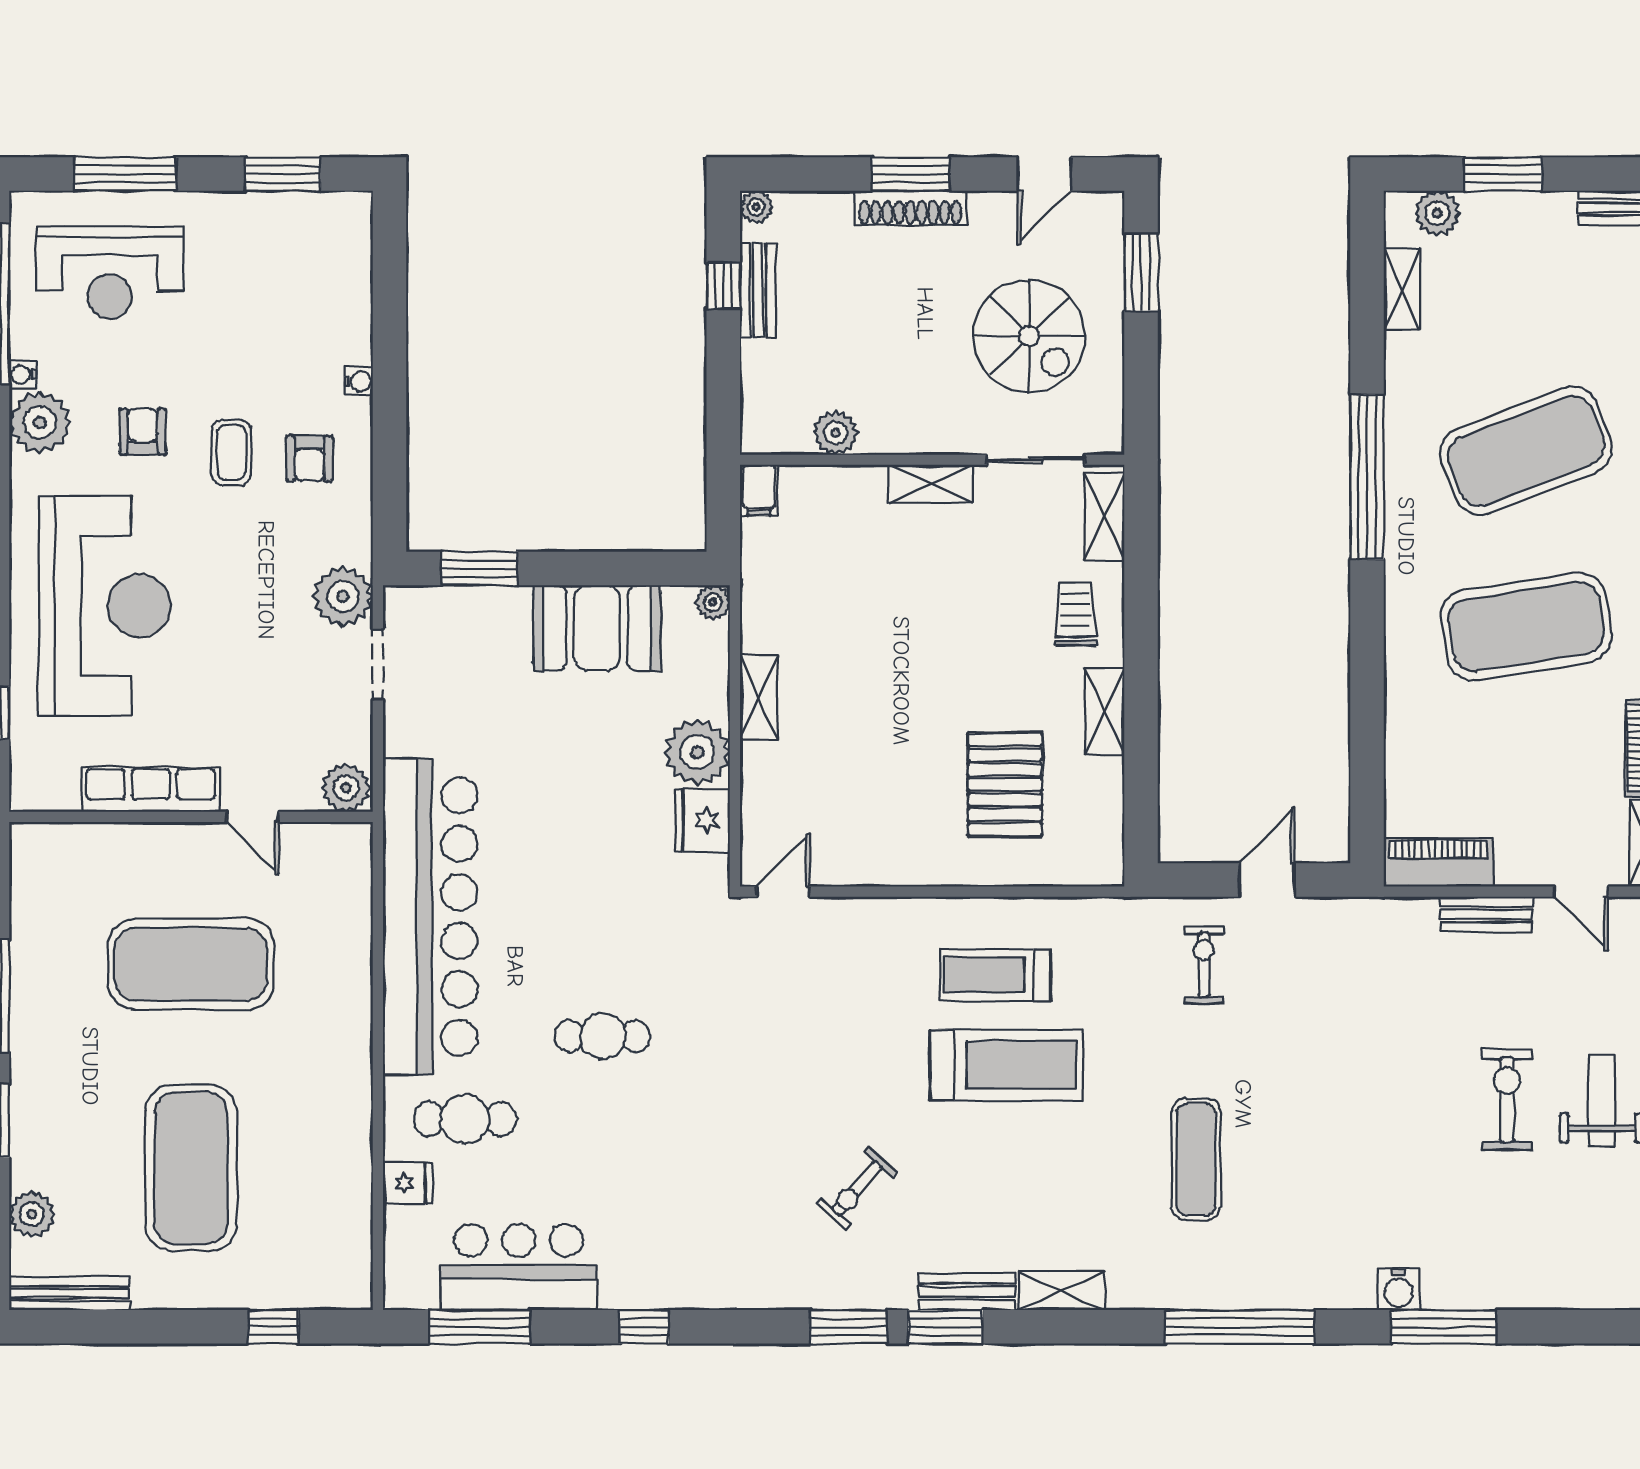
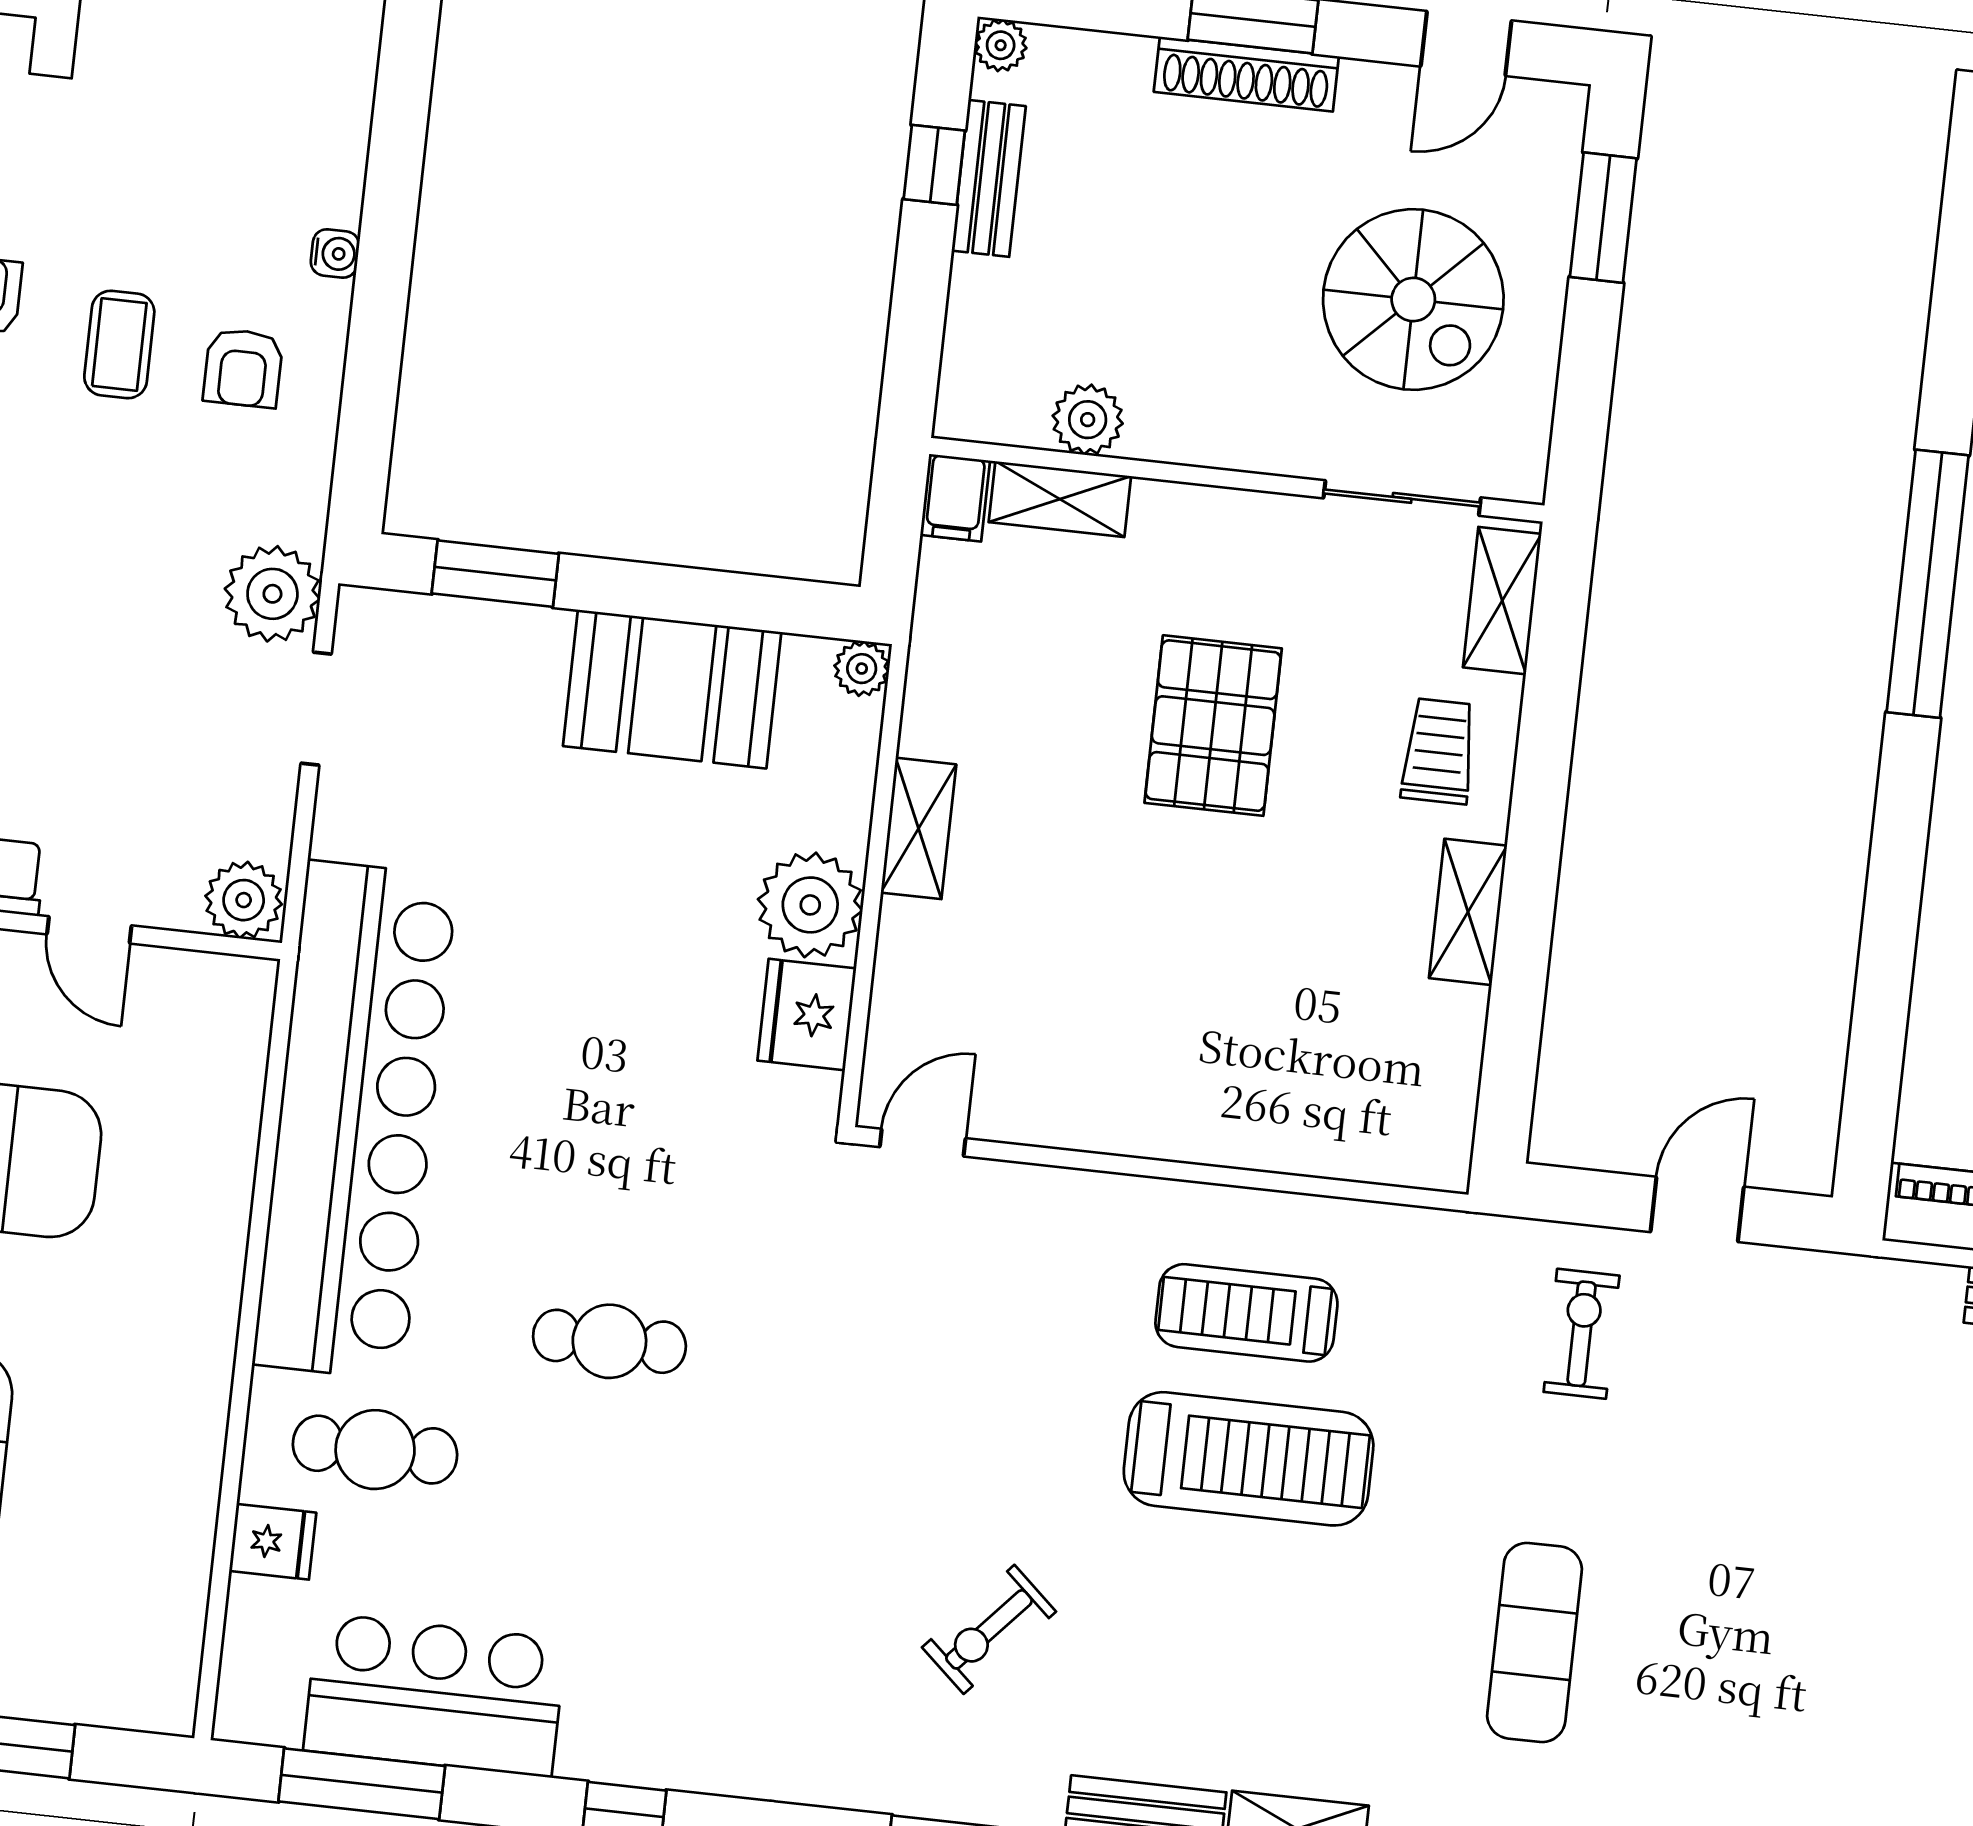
shelving: (931, 484) -> (1060, 499), moved
pallet: (1005, 785) -> (1213, 726), moved

